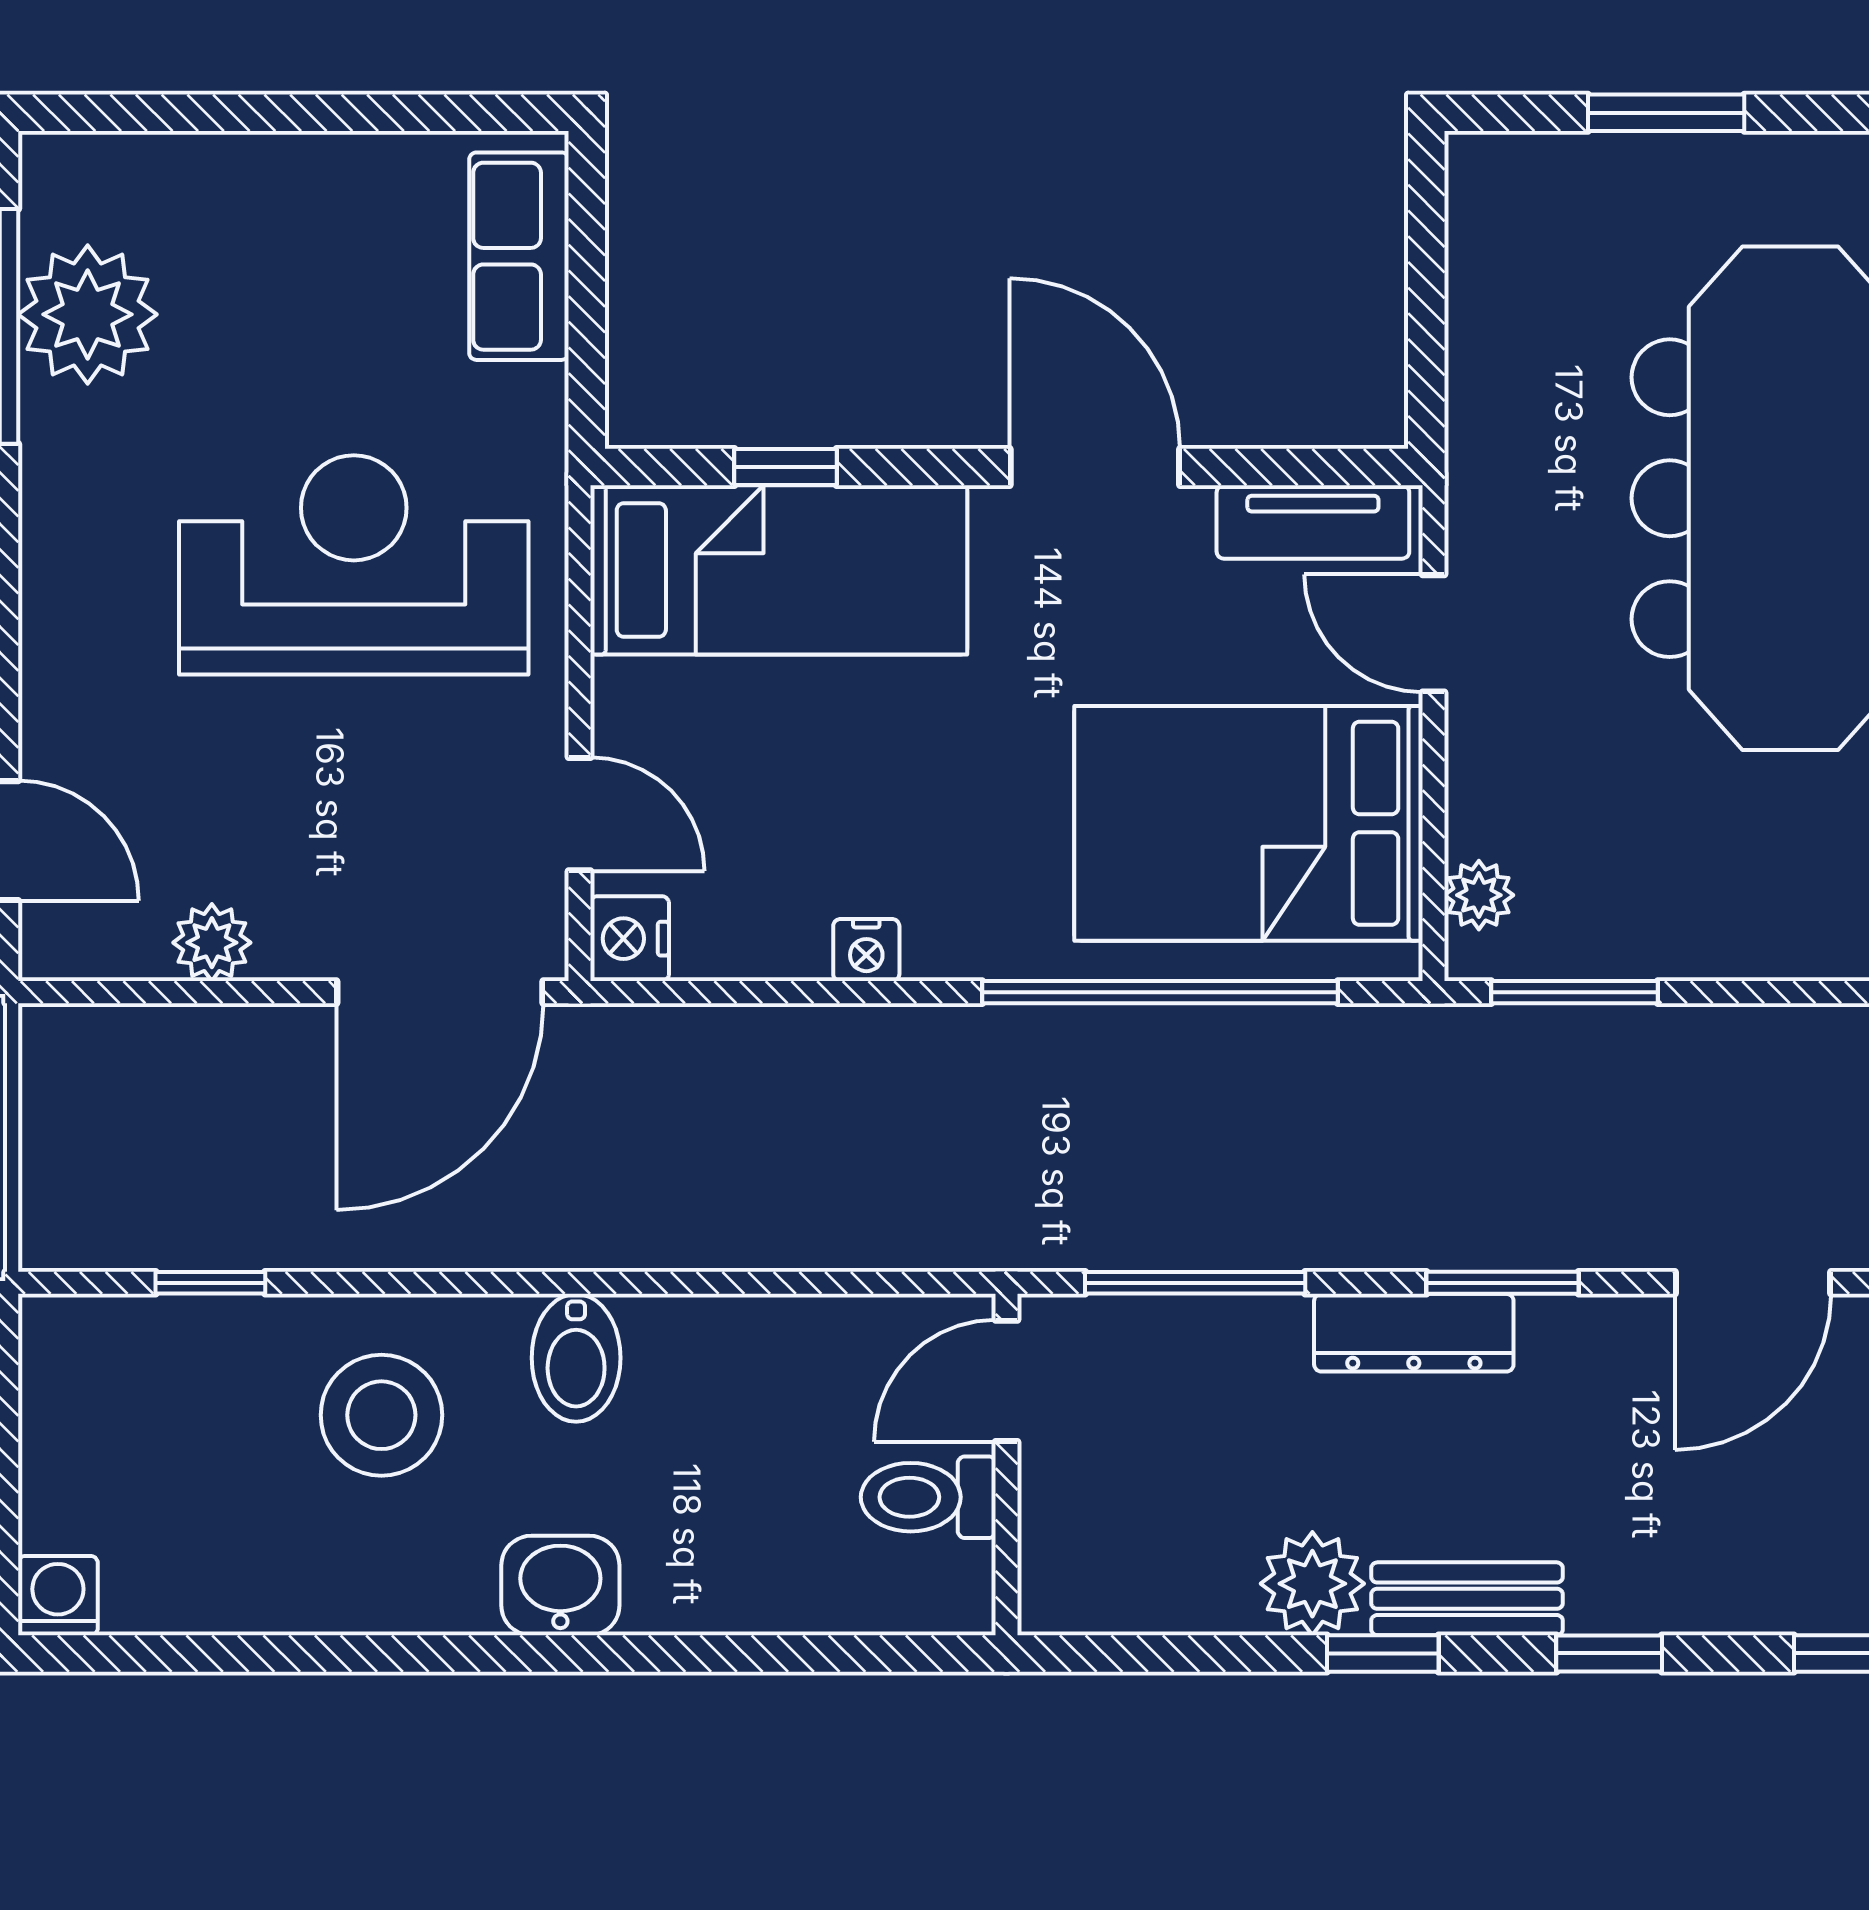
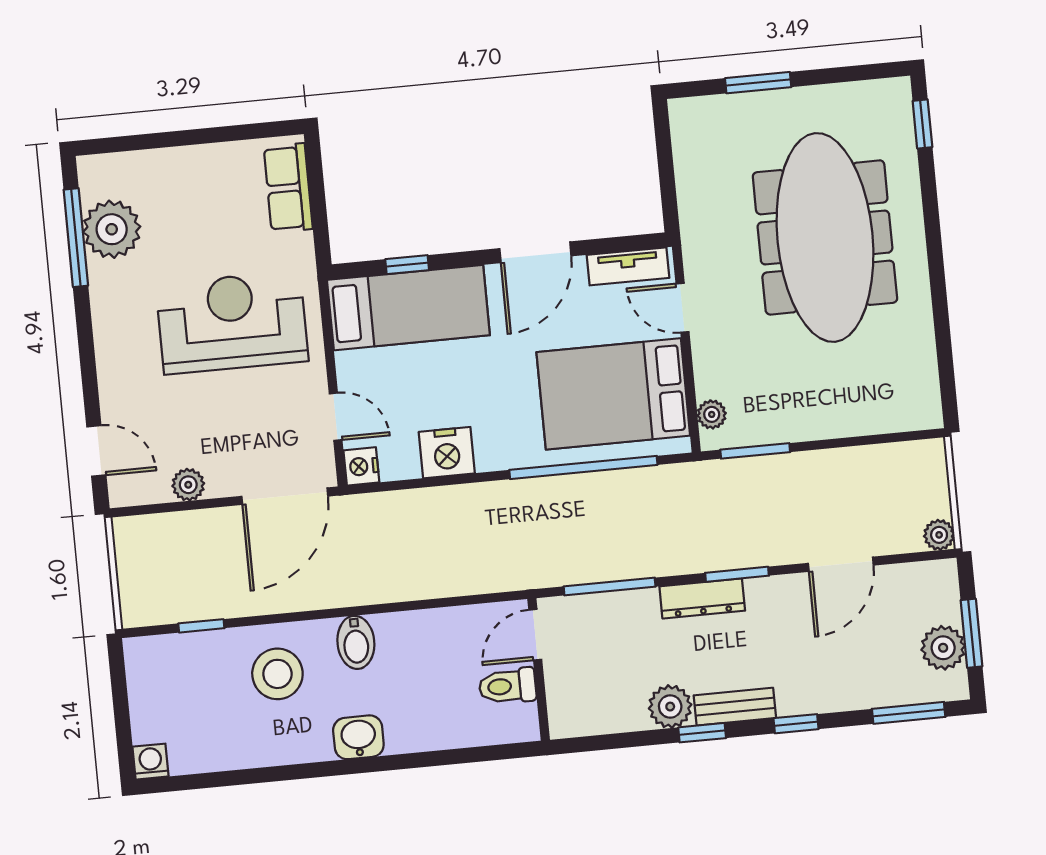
door: (1095, 467) -> (535, 252), swing flipped
nightstand: (866, 950) -> (447, 453), width x1.89, depth x1.79

